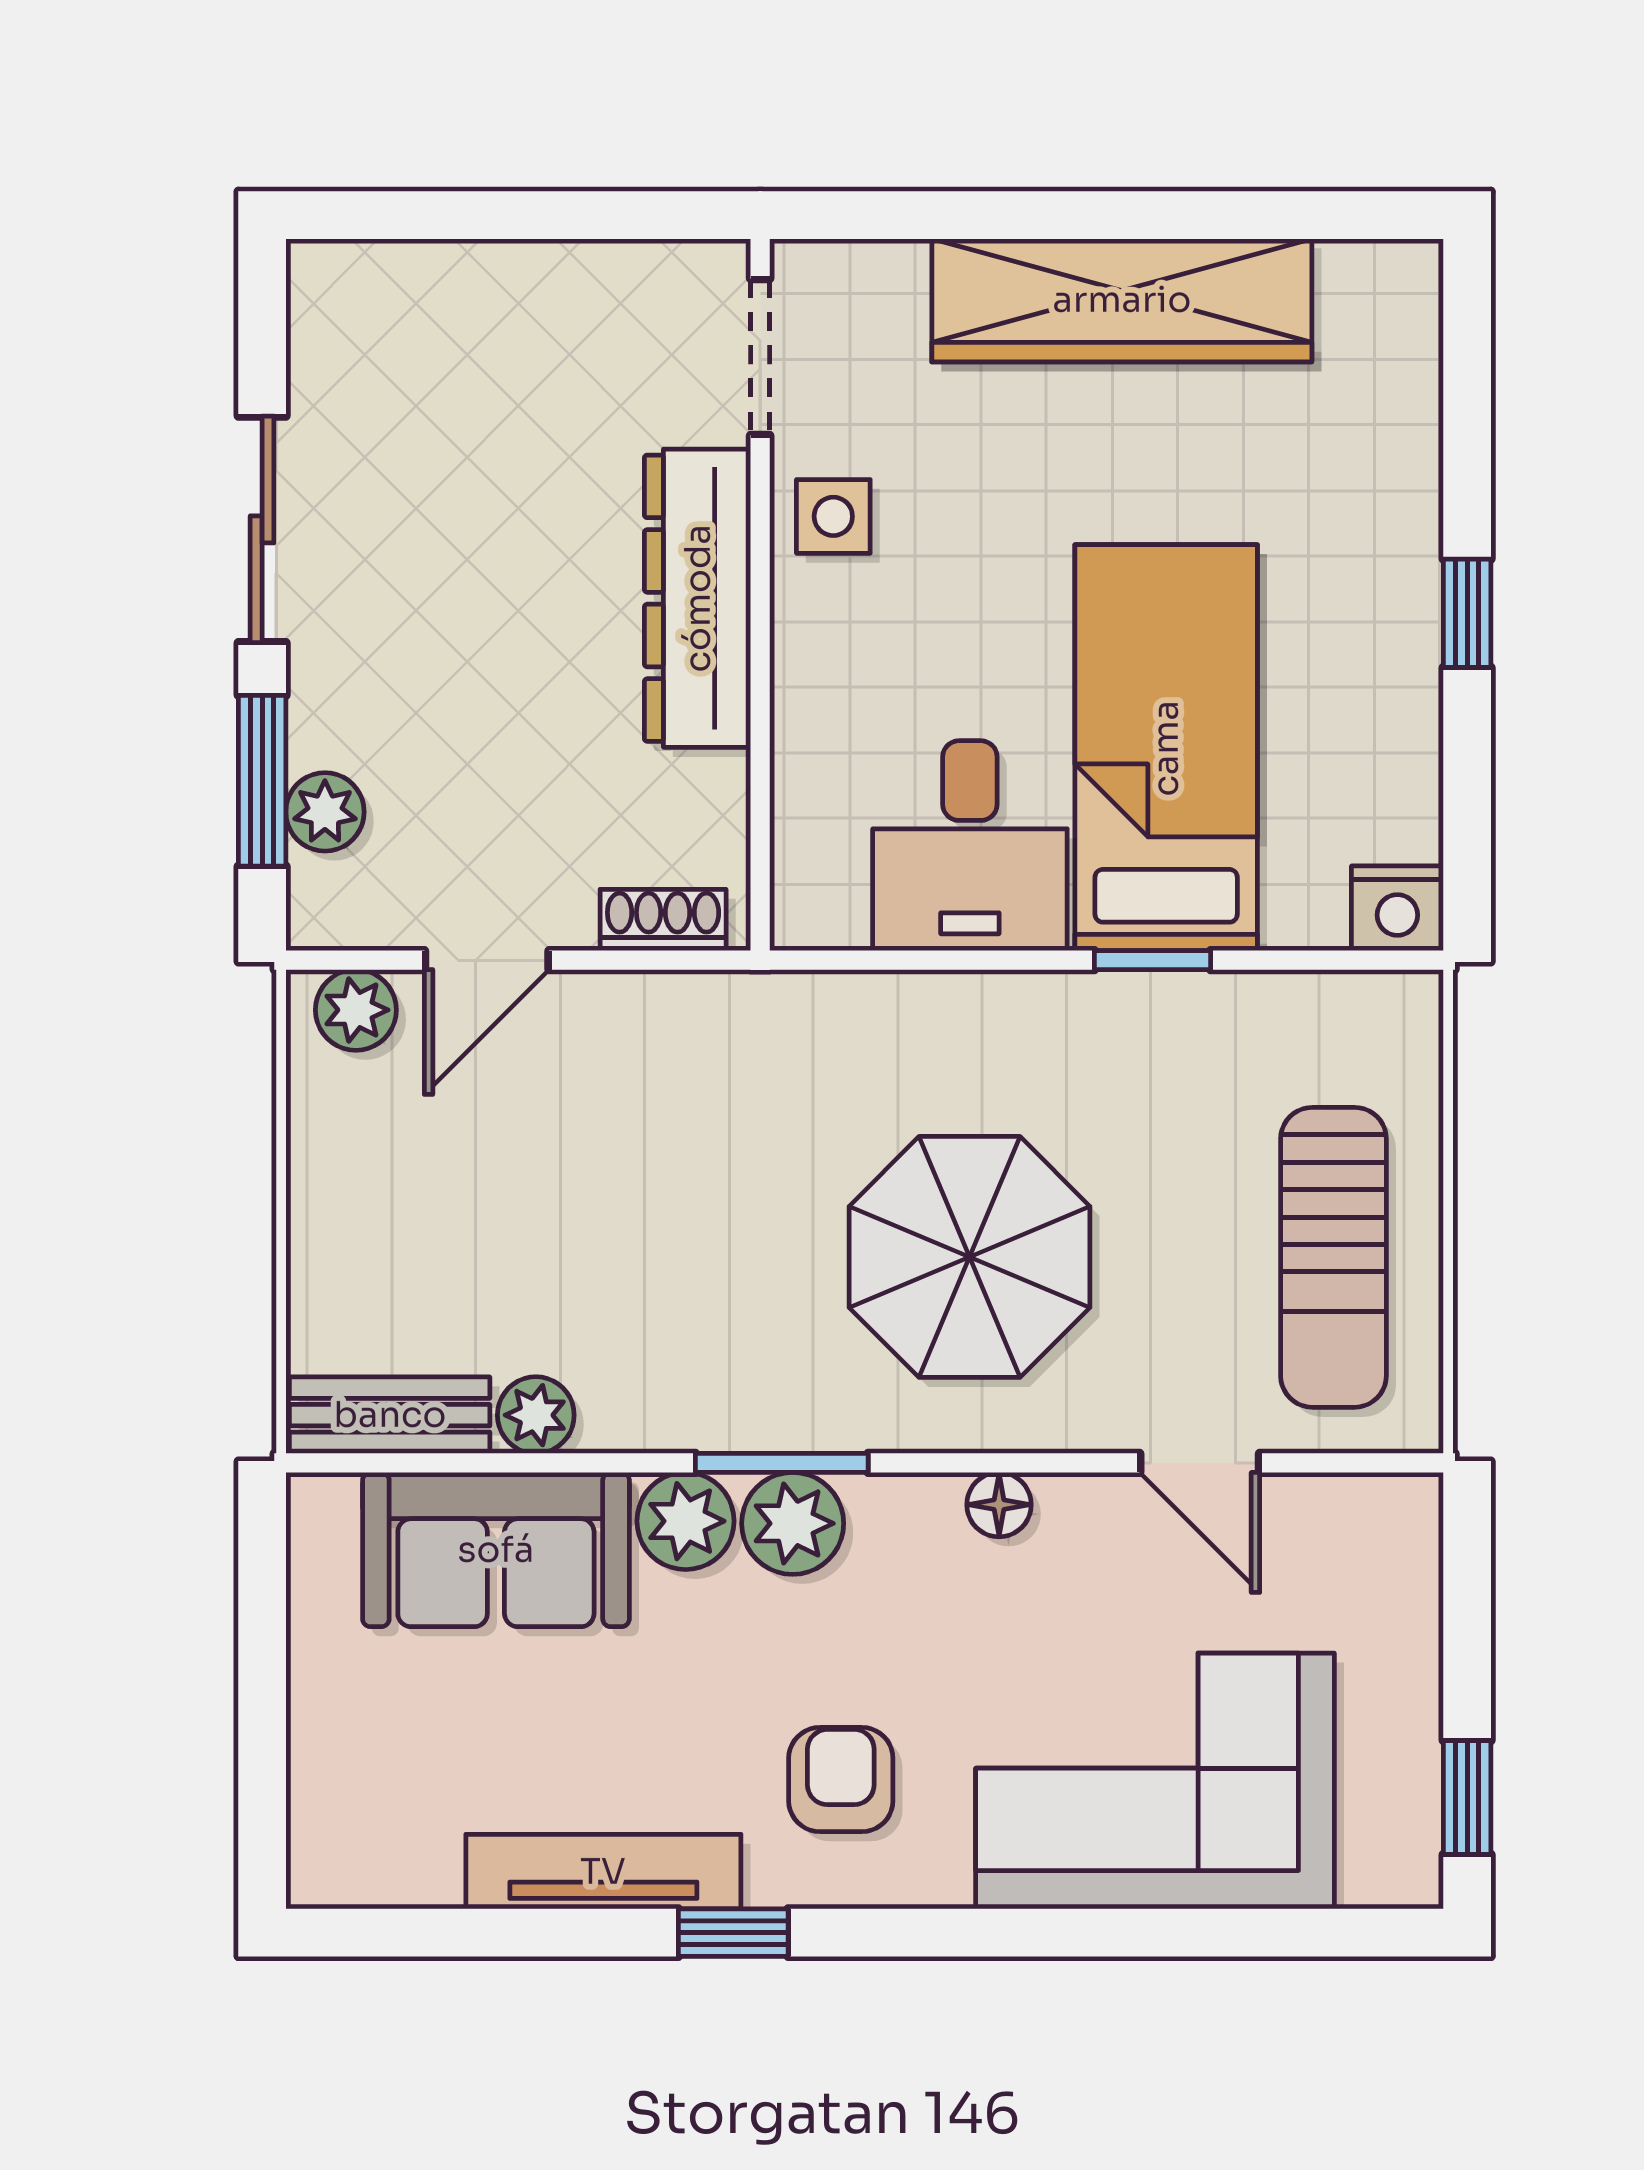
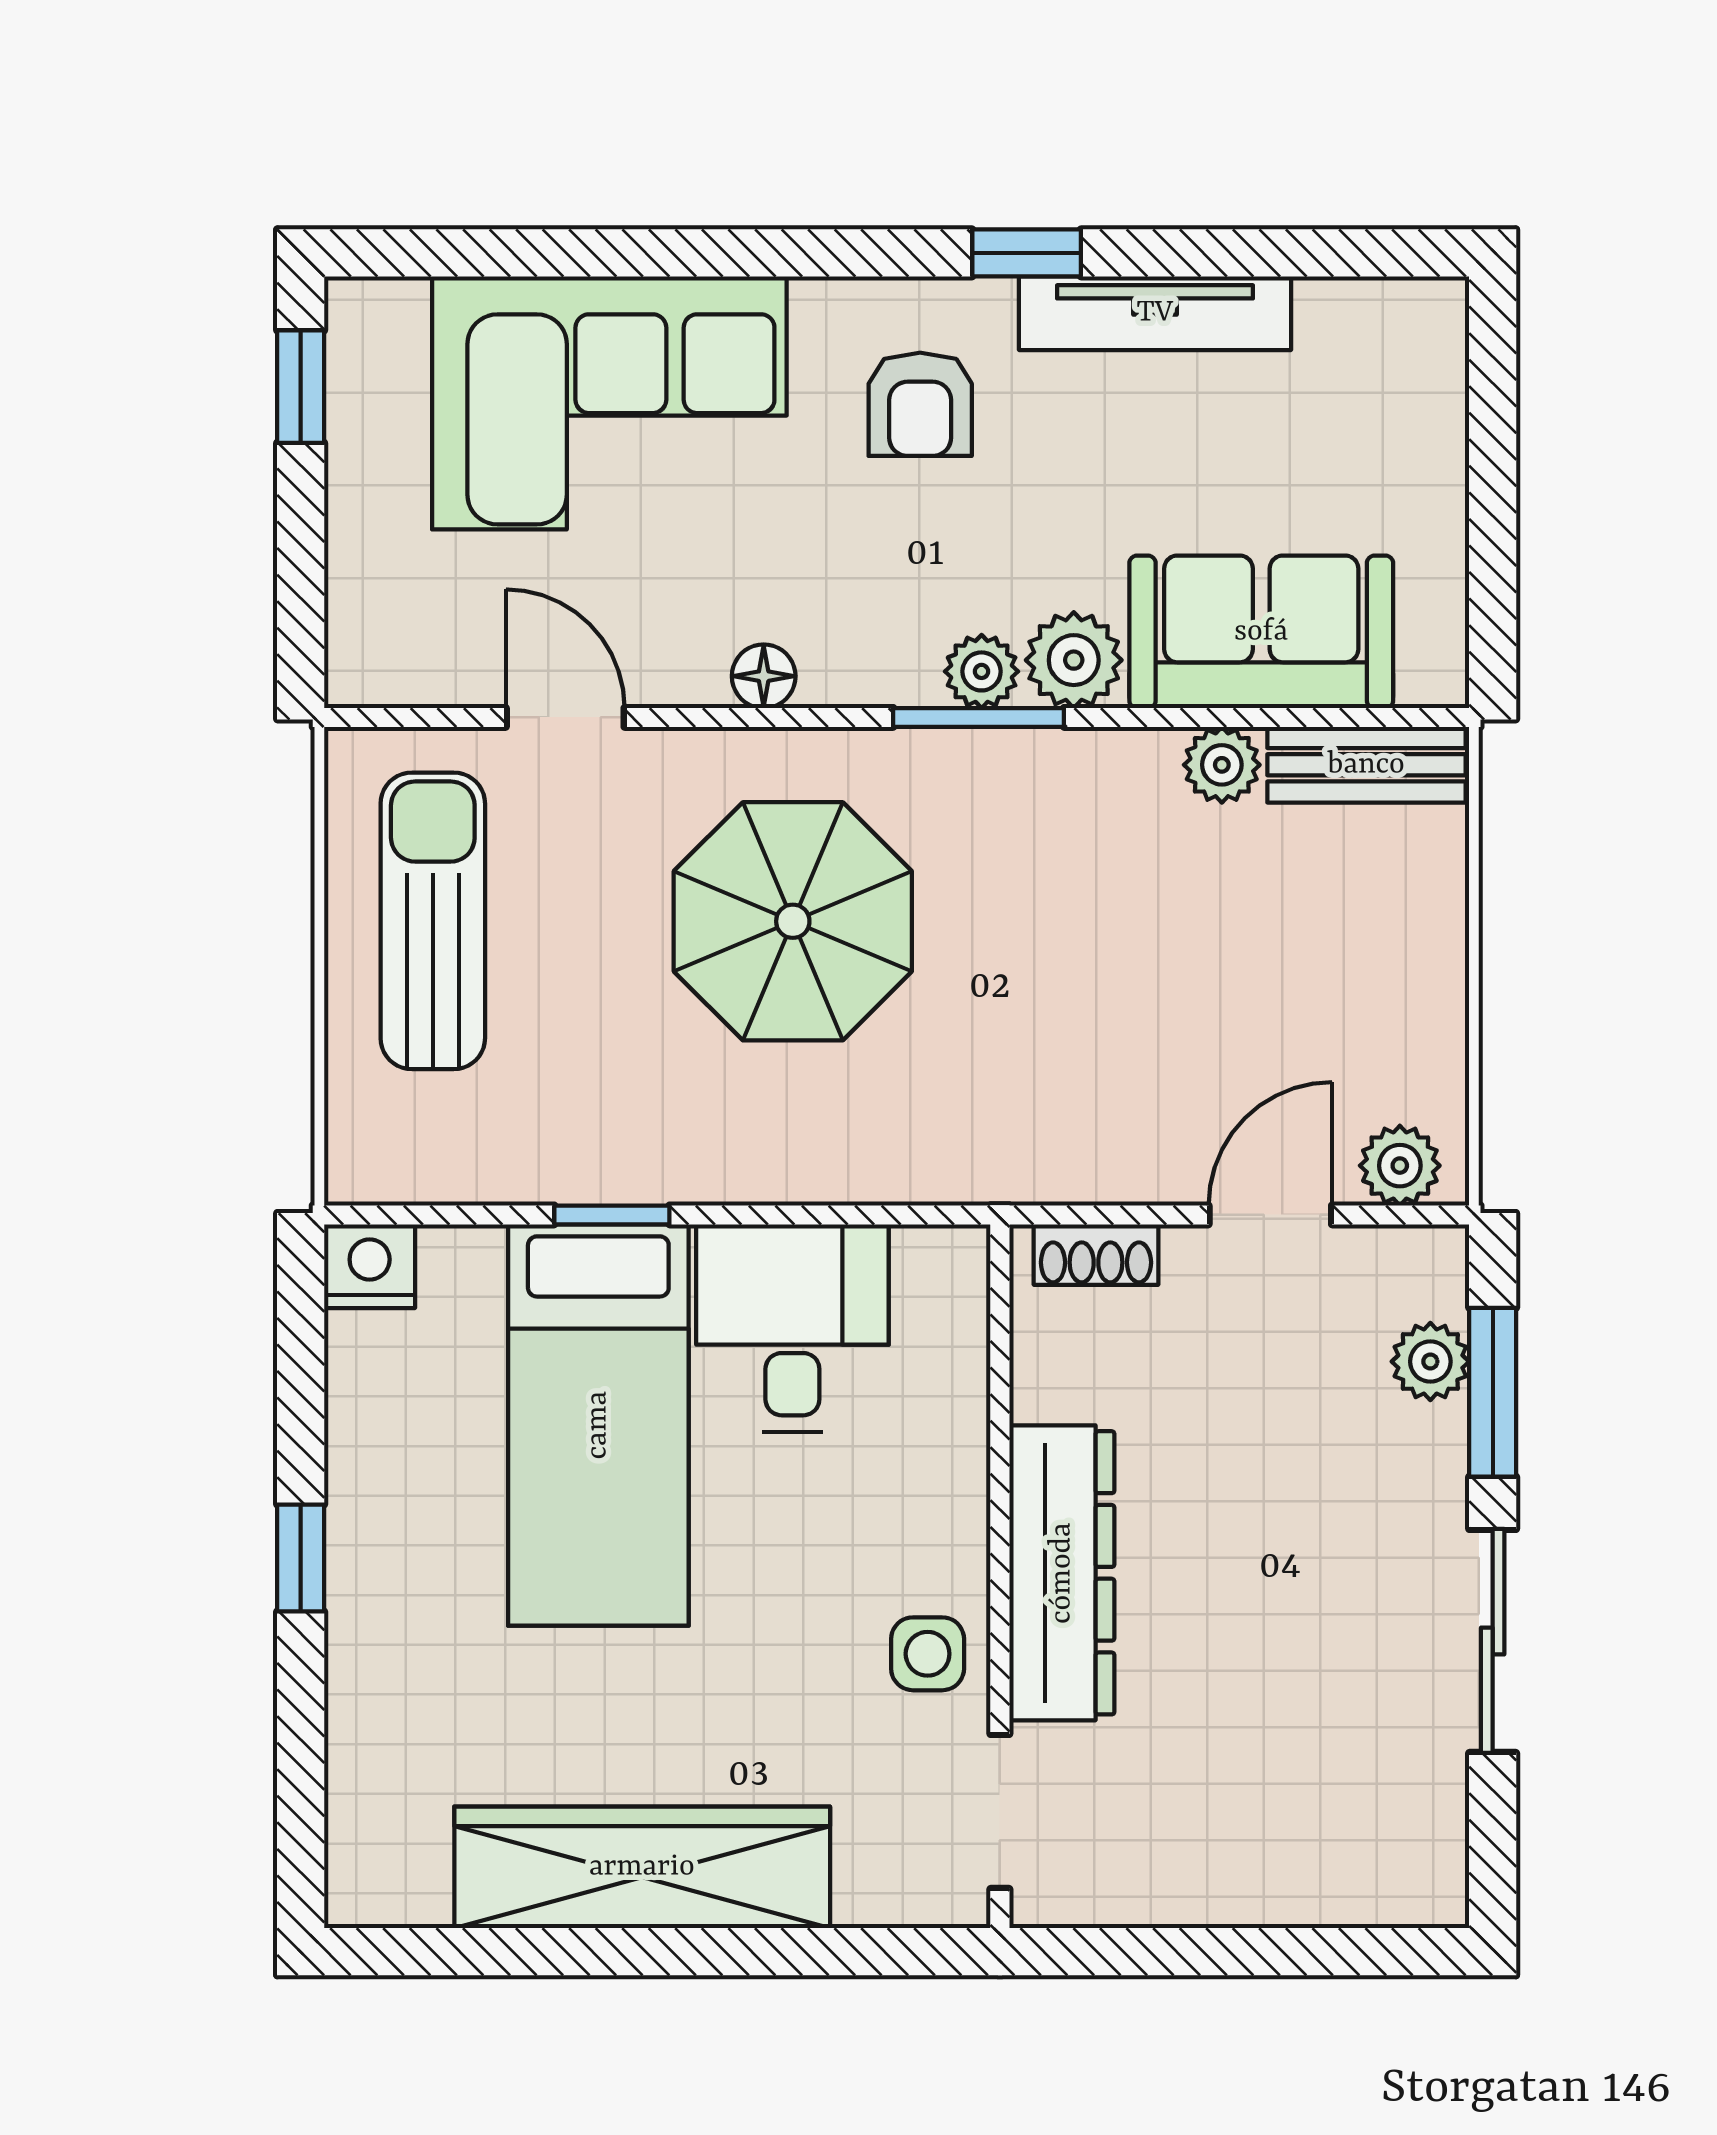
plant: (793, 1523) -> (982, 671), width x0.73, depth x0.73

